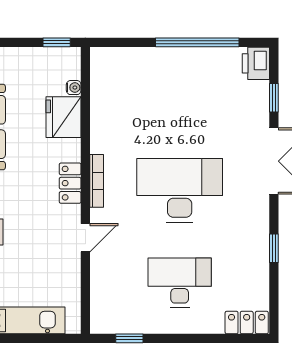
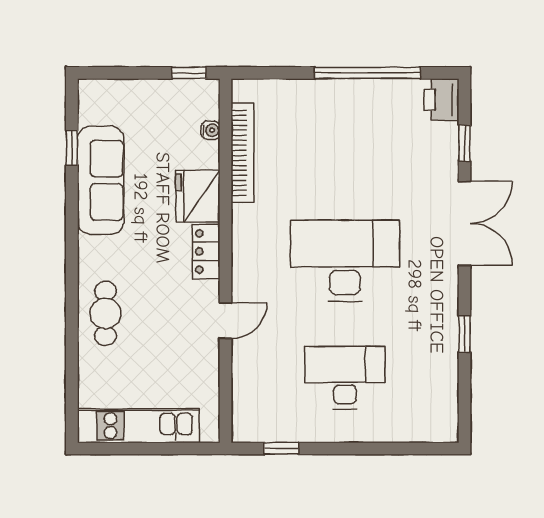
fridge: (64, 117) -> (198, 196), moved
bookcase: (97, 181) -> (242, 153), moved, width x1.48, depth x1.31
locker: (247, 323) -> (430, 428), removed

